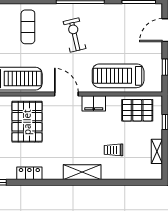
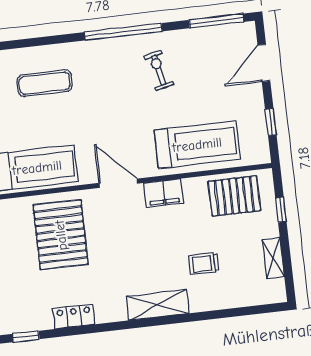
exercise mat: (28, 27) -> (45, 83), turned 90
exercise bike: (75, 35) -> (159, 70), moved, width x0.73, depth x0.72
treadmill: (118, 76) -> (197, 145), turned 180

